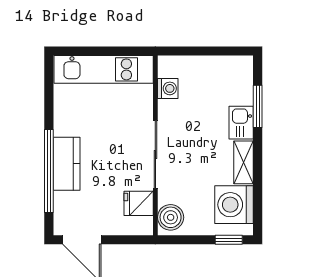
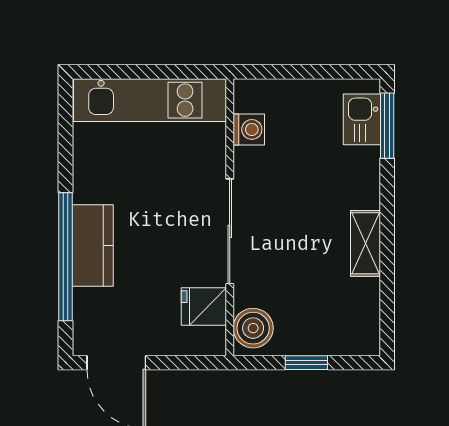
window: (258, 106) -> (387, 126), moved
kitchen sink: (241, 123) -> (362, 119), moved
washing machine: (234, 205) -> (351, 309), removed
window: (229, 240) -> (306, 363), moved

